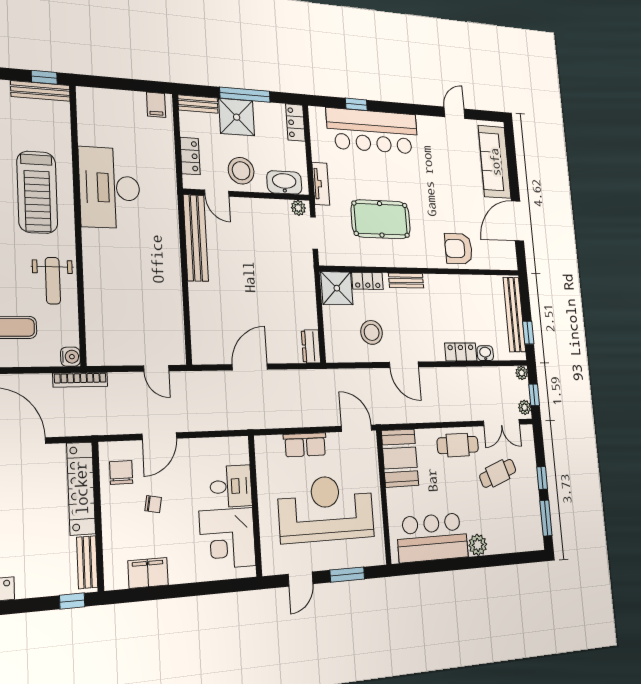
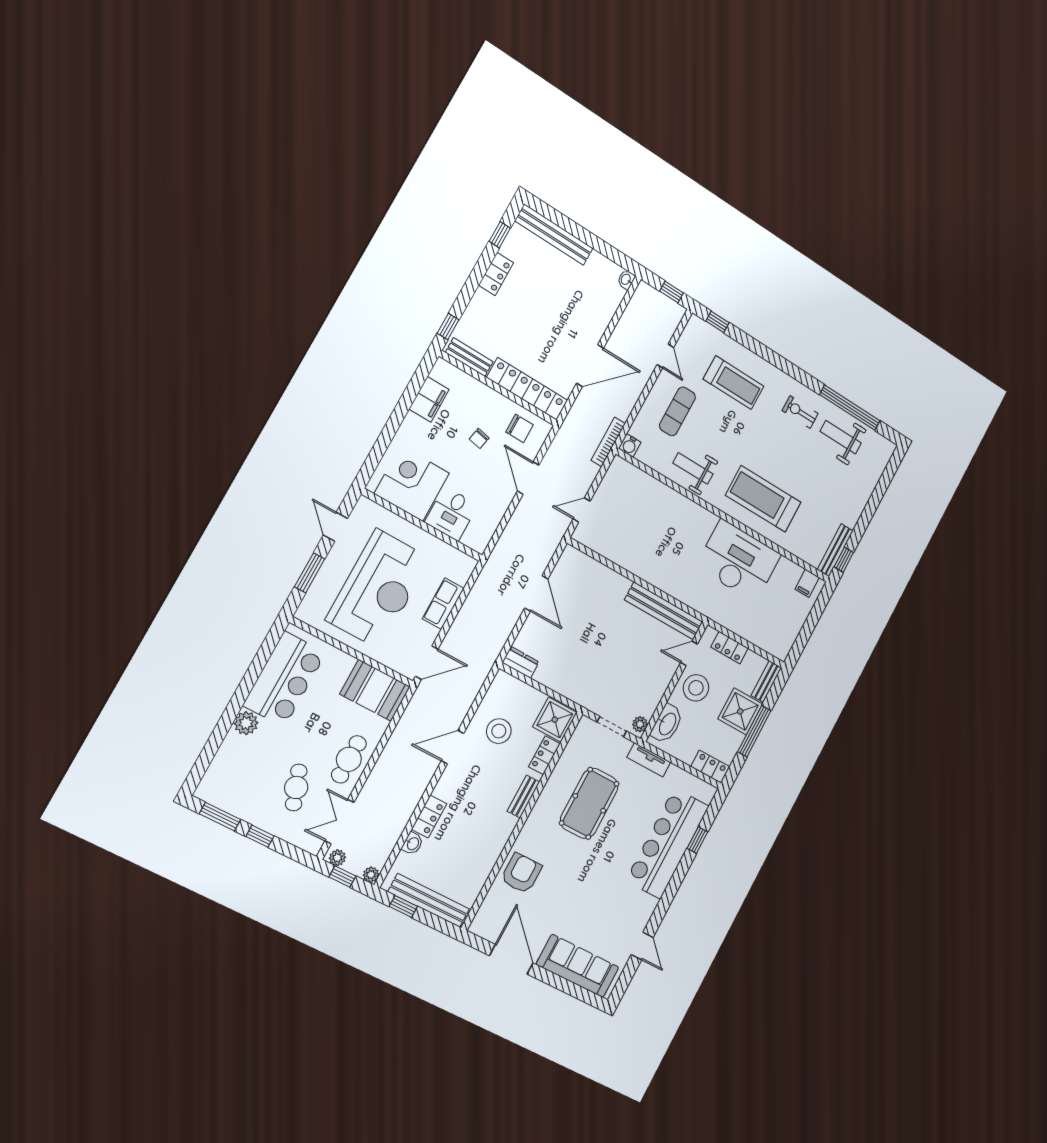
filing cabinet: (156, 105) -> (807, 583), moved, turned -90

